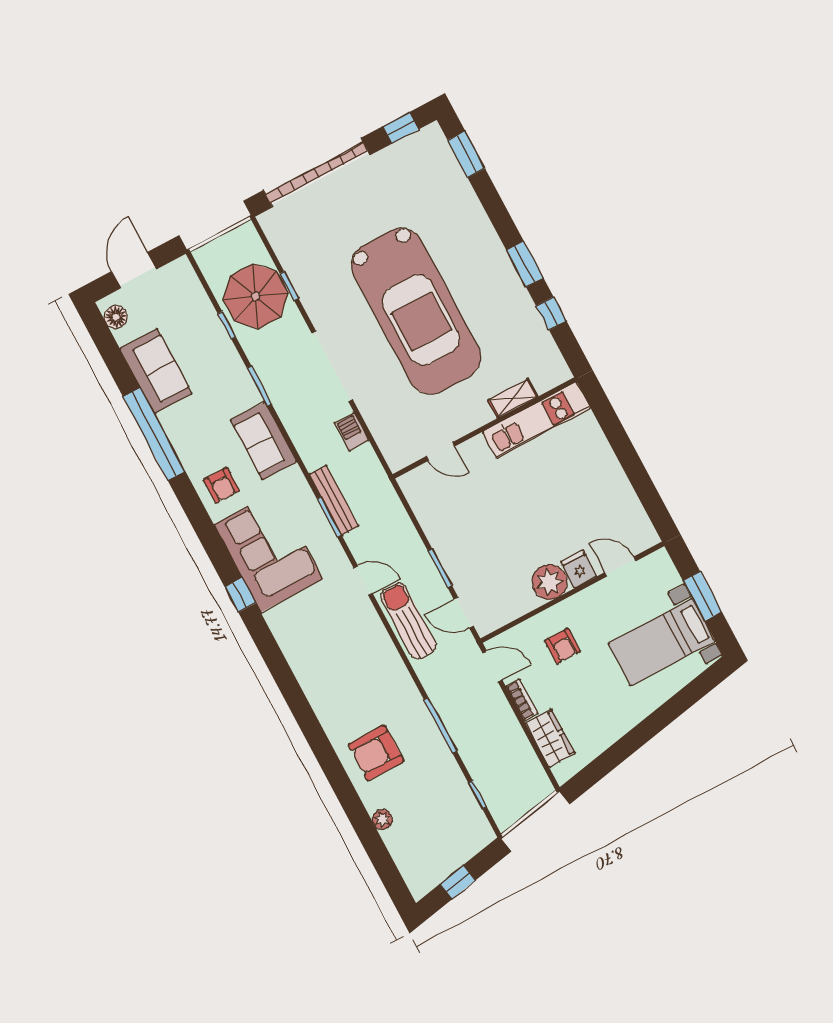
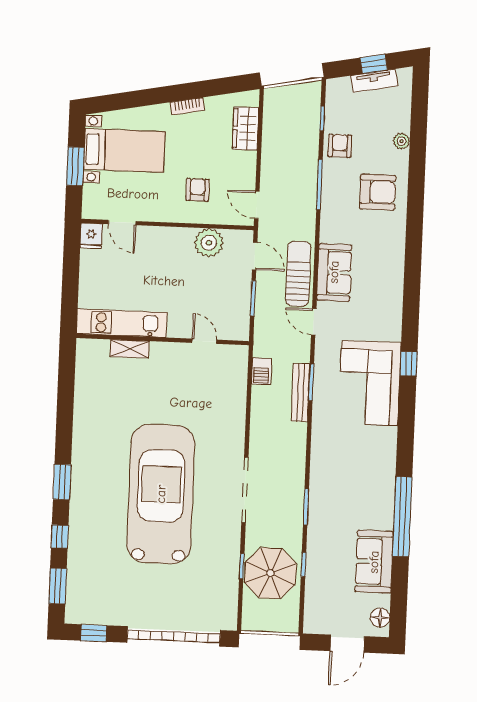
window: (551, 313) -> (60, 537), moved
shelving: (513, 398) -> (130, 349), moved
kitchen unit: (537, 420) -> (122, 323), moved
wall: (485, 428) -> (163, 340), moved
barbecue: (352, 432) -> (261, 371), moved
sofa: (264, 441) -> (334, 272), moved
door: (441, 451) -> (205, 341), moved
armchair: (221, 485) -> (340, 146), moved
fridge: (579, 569) -> (91, 236), moved
plant: (550, 582) -> (209, 243), moved
sun lounger: (408, 621) -> (298, 274), turned 180
bookcase: (522, 700) -> (187, 106), moved, turned -101
tv unit: (447, 865) -> (374, 81), added

